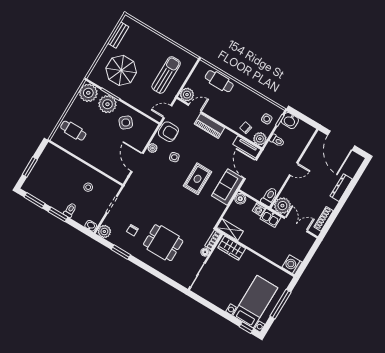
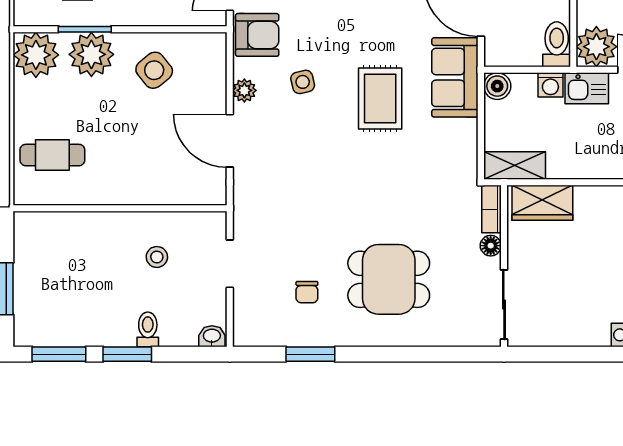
plant: (104, 231) -> (248, 331), removed

